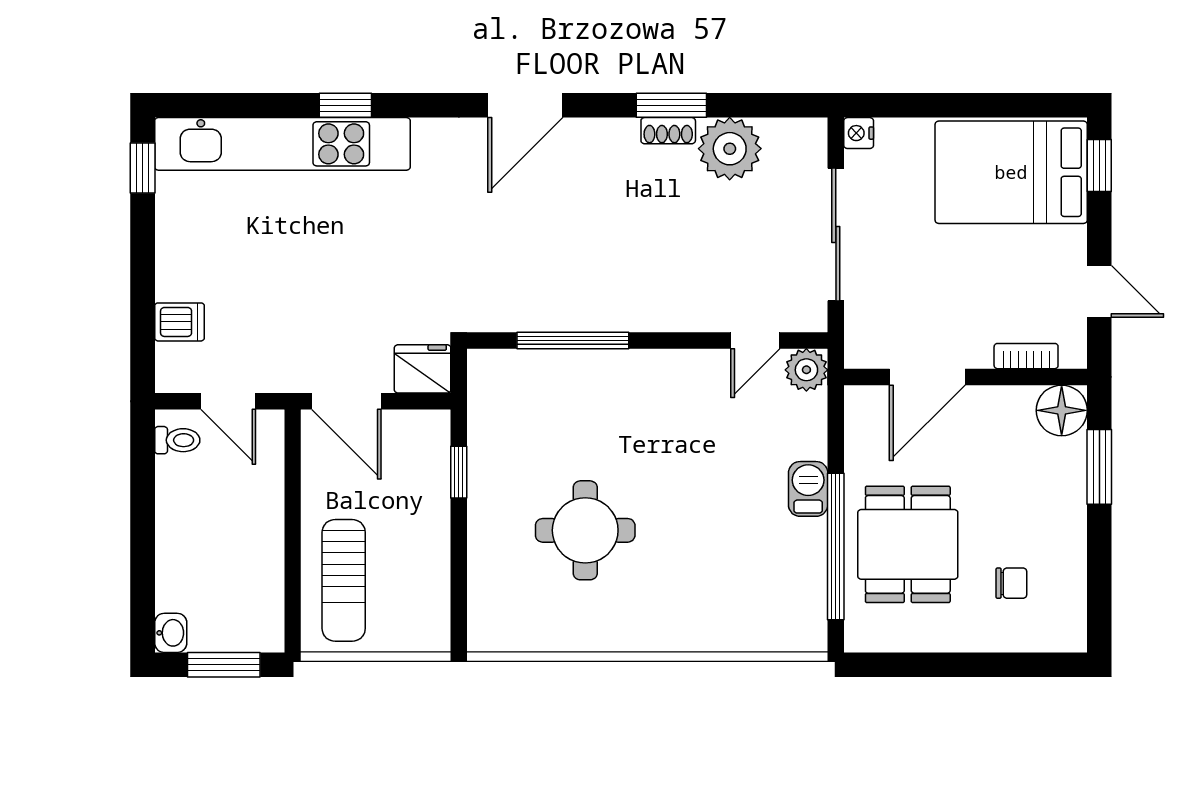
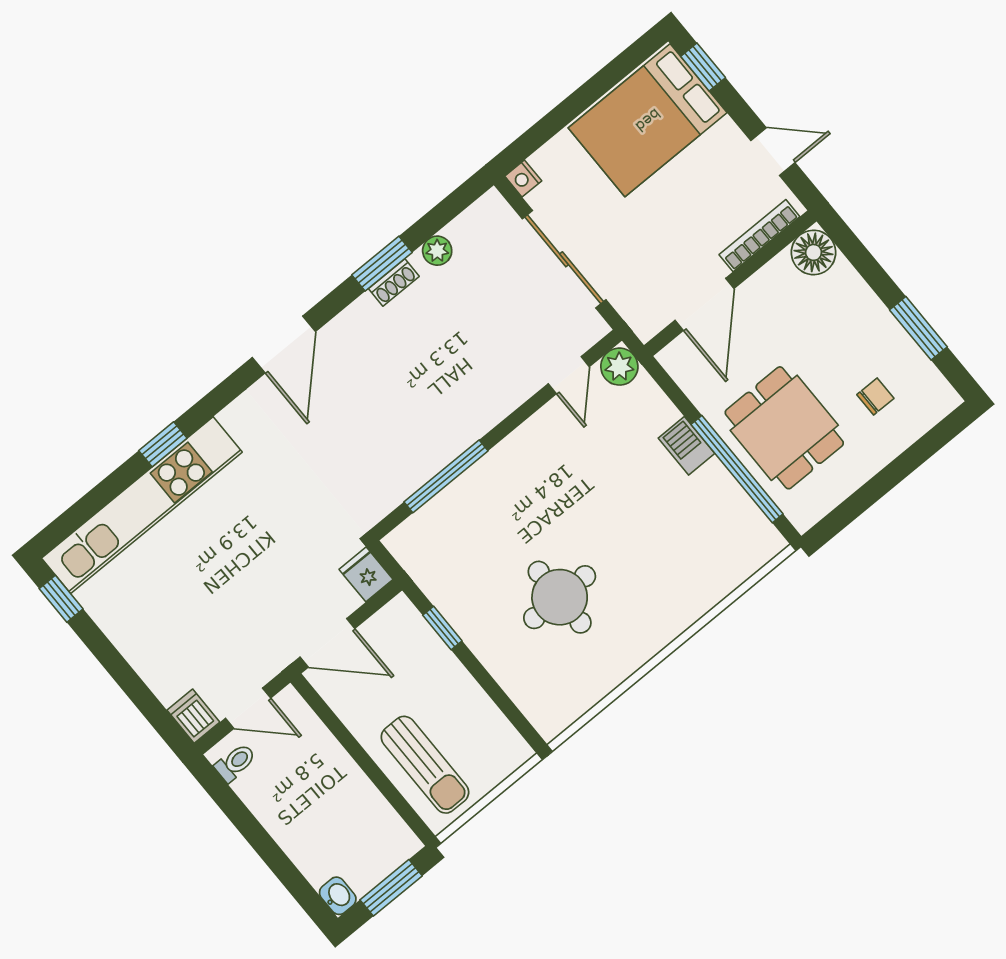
plant: (730, 149) -> (437, 251), width x0.53, depth x0.53
dishwasher: (180, 322) -> (193, 716), moved, turned -90
bookcase: (1026, 356) -> (759, 236), width x1.56
fridge: (423, 369) -> (366, 574), width x0.72
window: (1099, 467) -> (918, 328), moved

